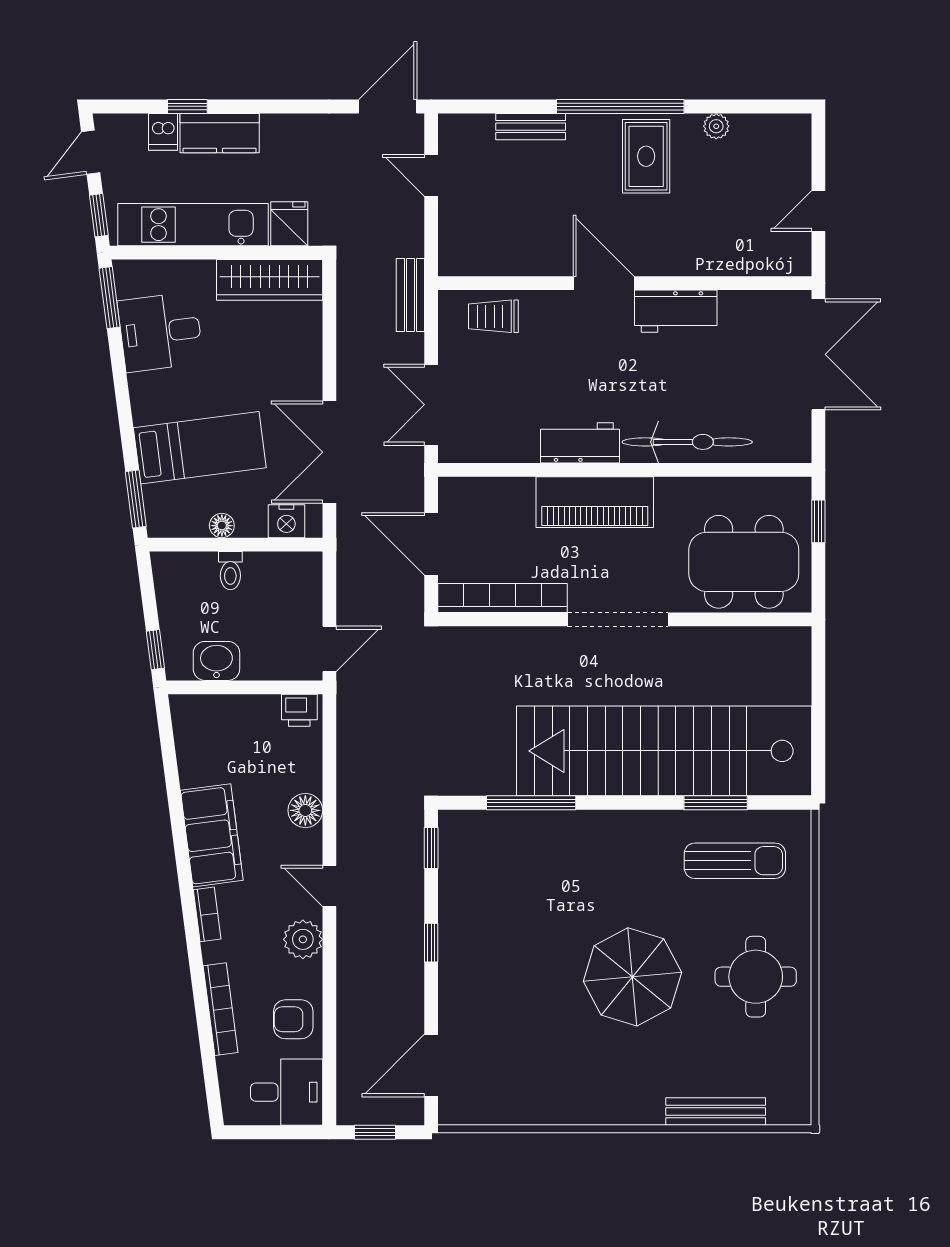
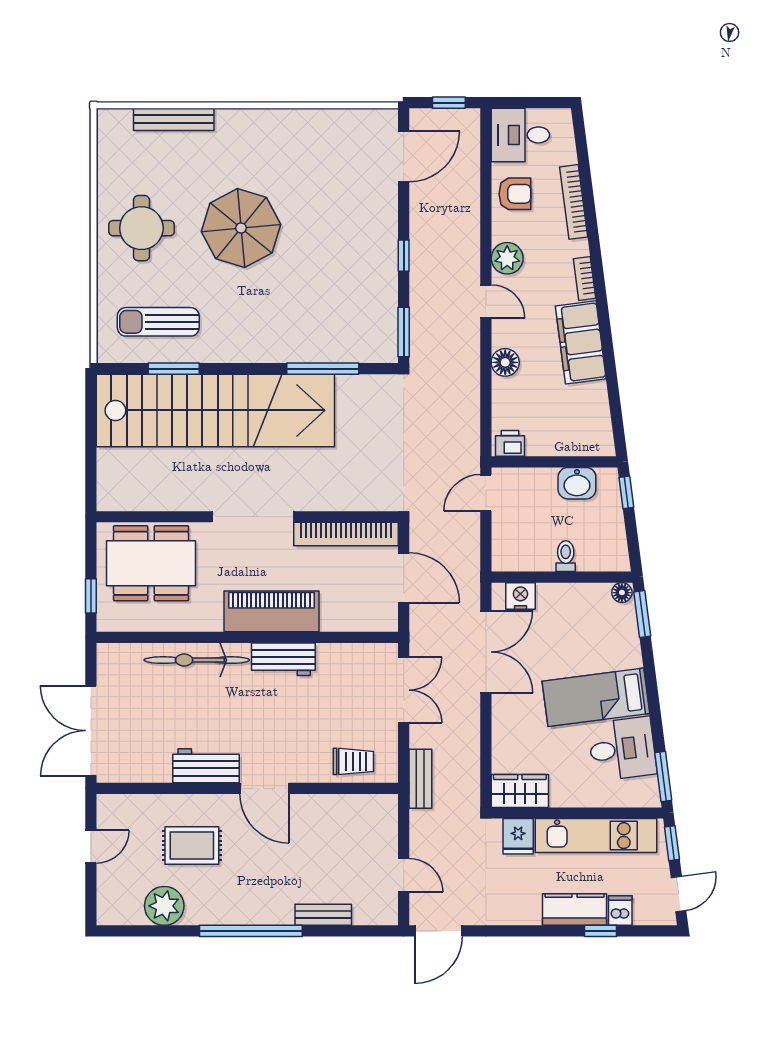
plant: (716, 126) -> (164, 906), width x1.87, depth x1.87
rug: (646, 156) -> (192, 845), moved, turned 90
wardrobe: (270, 280) -> (520, 791), width x0.67
bed: (200, 448) -> (596, 697), moved
floor lamp: (222, 526) -> (622, 593), moved
window: (431, 848) -> (404, 332), width x1.50

